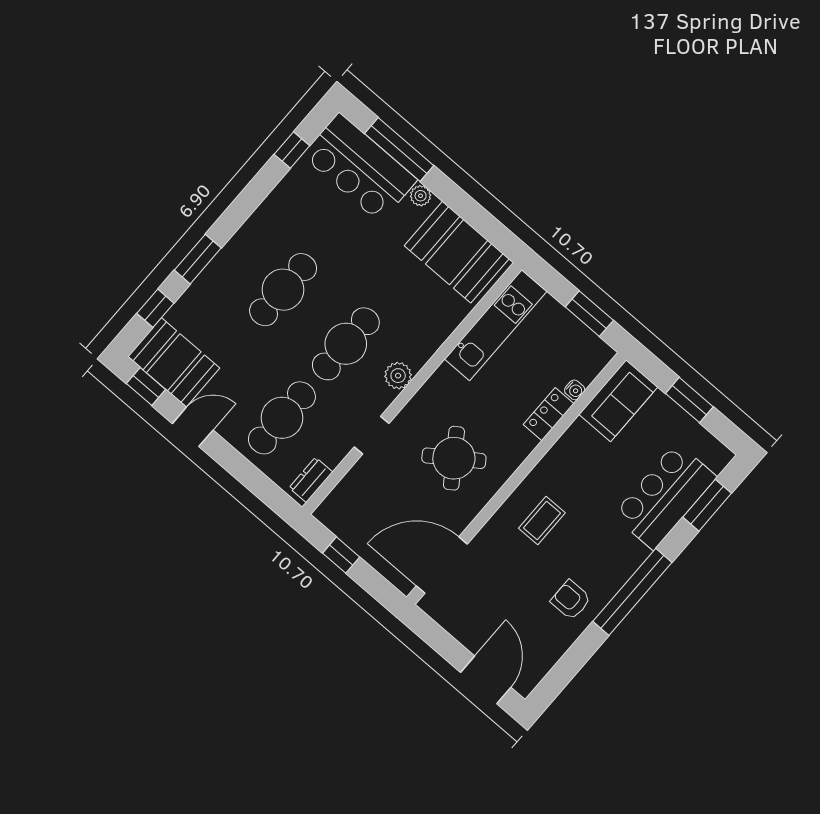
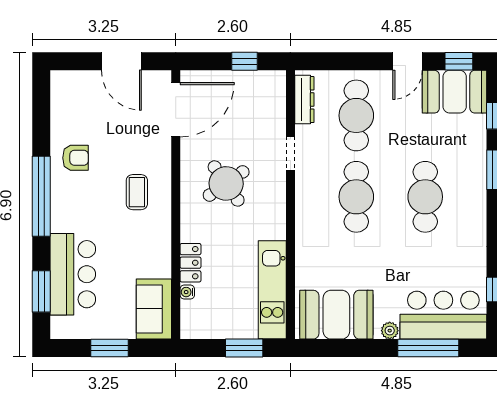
window: (589, 314) -> (244, 348), moved
plant: (398, 376) -> (306, 205), removed
dresser: (311, 480) -> (304, 100), width x1.44
door: (486, 680) -> (121, 61), moved

